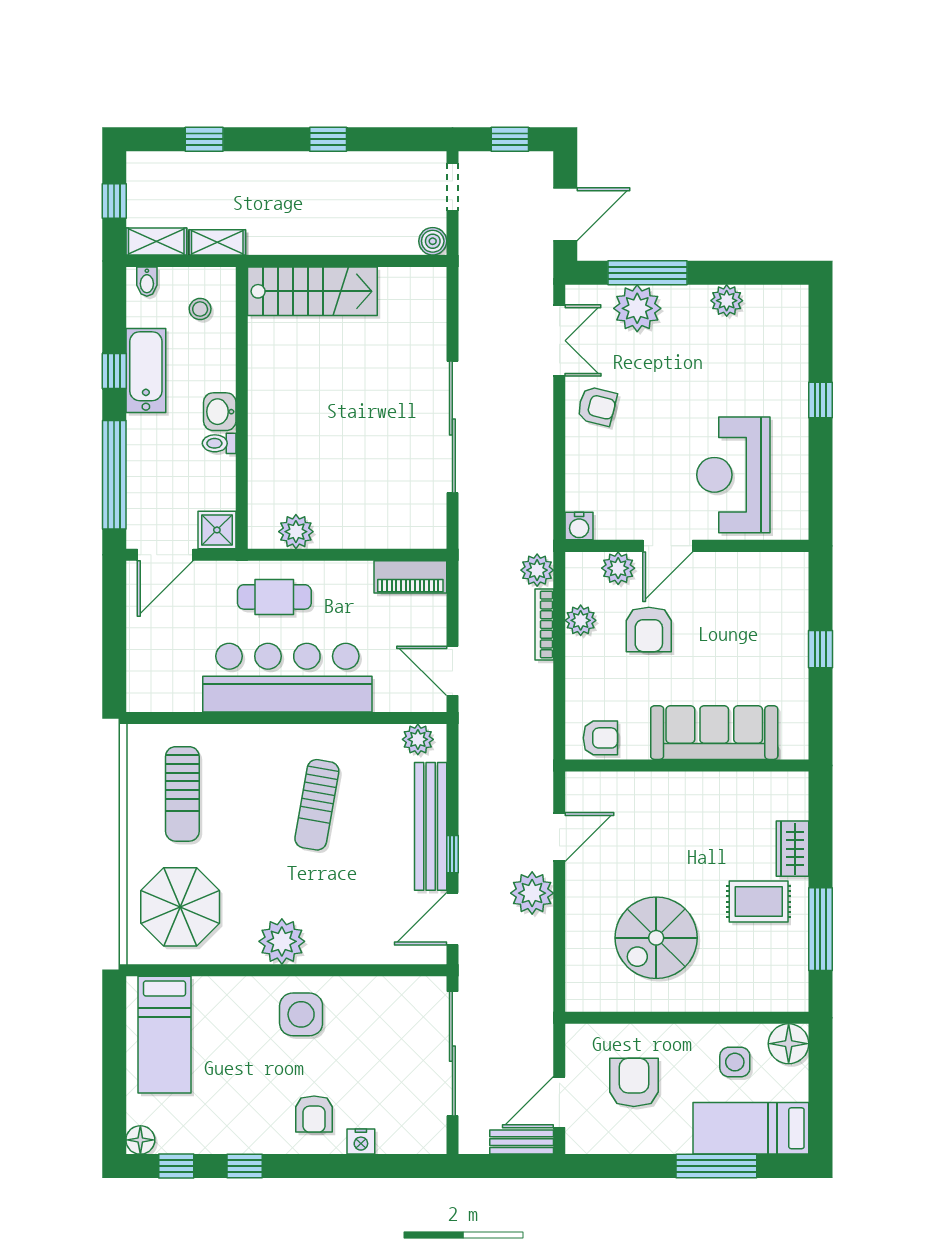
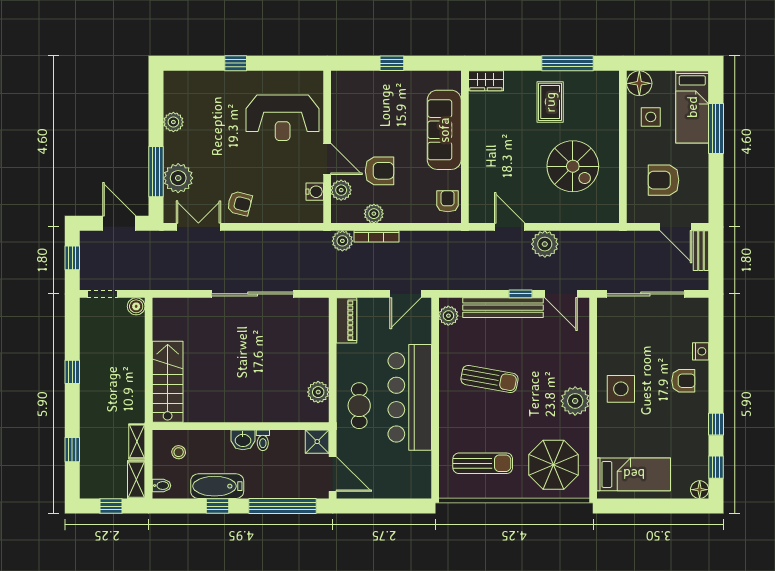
armchair: (597, 406) -> (240, 203), turned 90
water cooler: (579, 526) -> (315, 192), moved
wardrobe: (793, 849) -> (486, 81), moved

